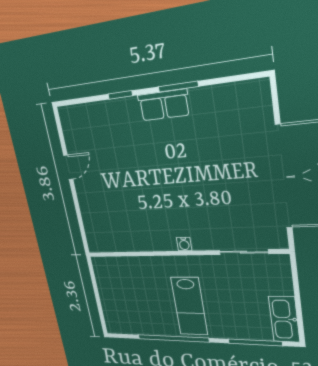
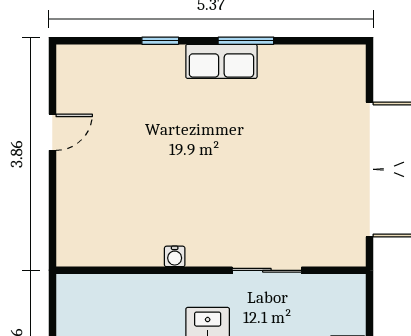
water cooler: (184, 244) -> (175, 256), moved
sliding door: (243, 252) -> (267, 270), moved

